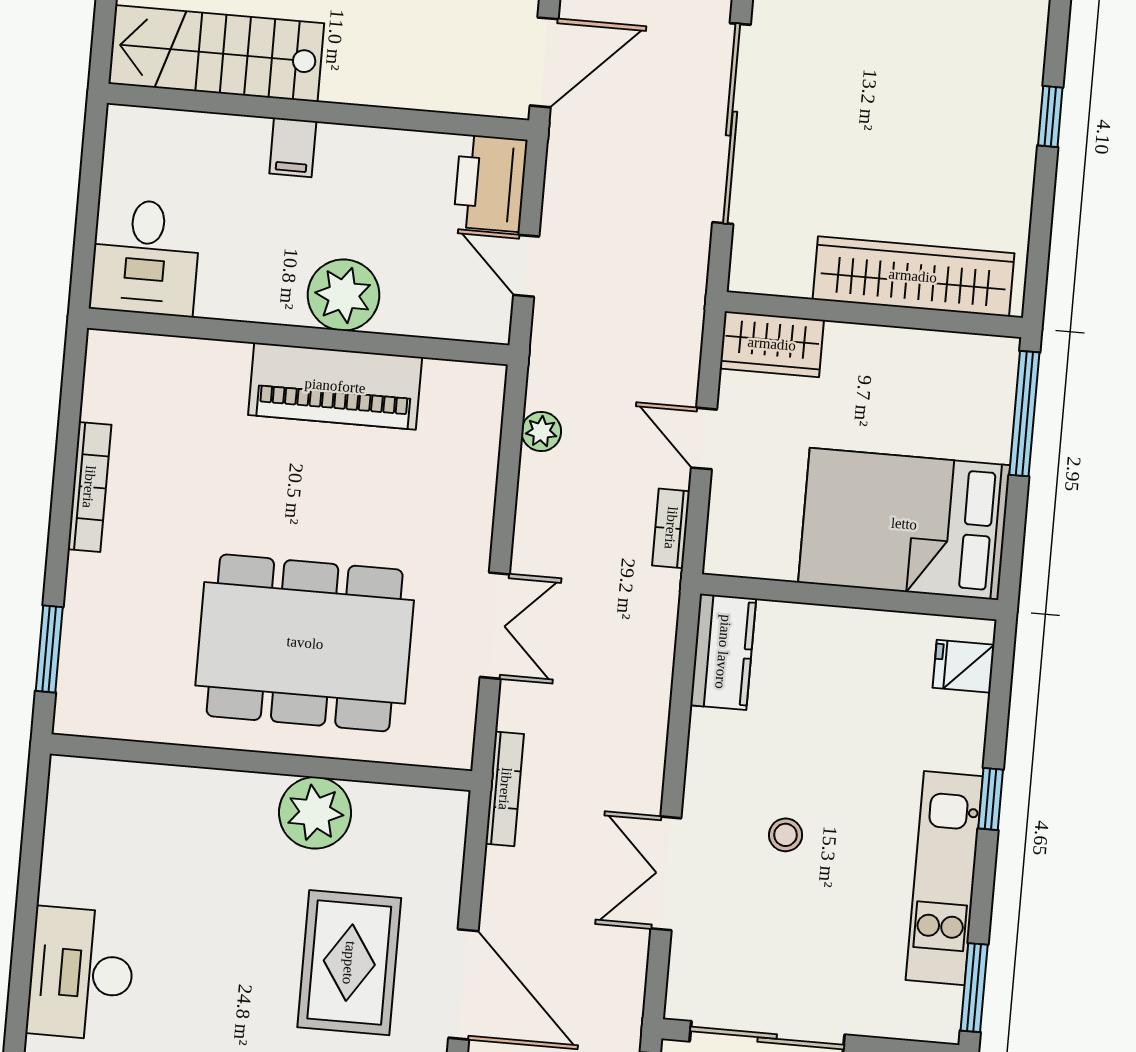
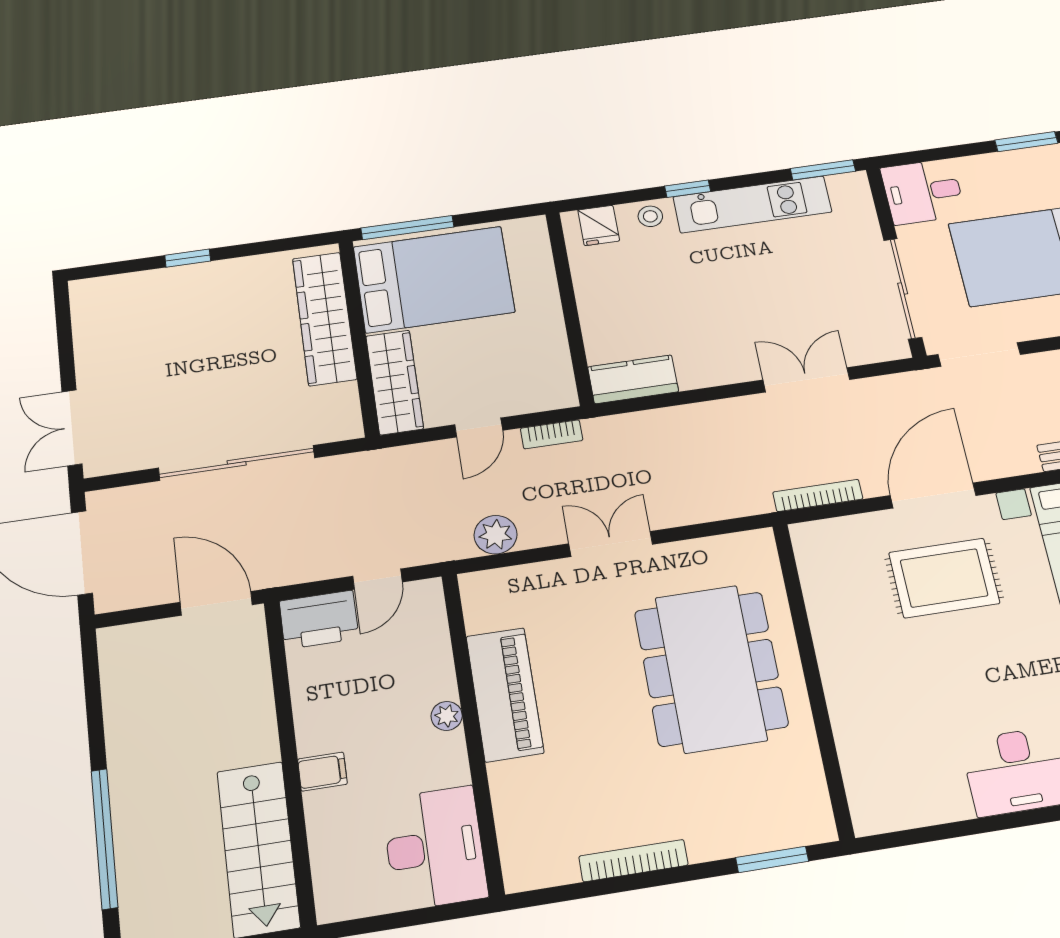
desk: (145, 257) -> (435, 848), width x1.37
plant: (343, 295) -> (447, 716), width x0.53, depth x0.53
wardrobe: (772, 344) -> (395, 382), width x1.50
plant: (541, 431) -> (496, 535), width x1.38, depth x1.38
bed: (904, 524) -> (434, 279), moved, turned -90
double door: (495, 626) -> (611, 544), moved
bookcase: (505, 789) -> (818, 496), moved
plant: (315, 813) -> (839, 629), removed
stool: (786, 835) -> (650, 216), moved
double door: (666, 873) -> (806, 380), swing flipped

